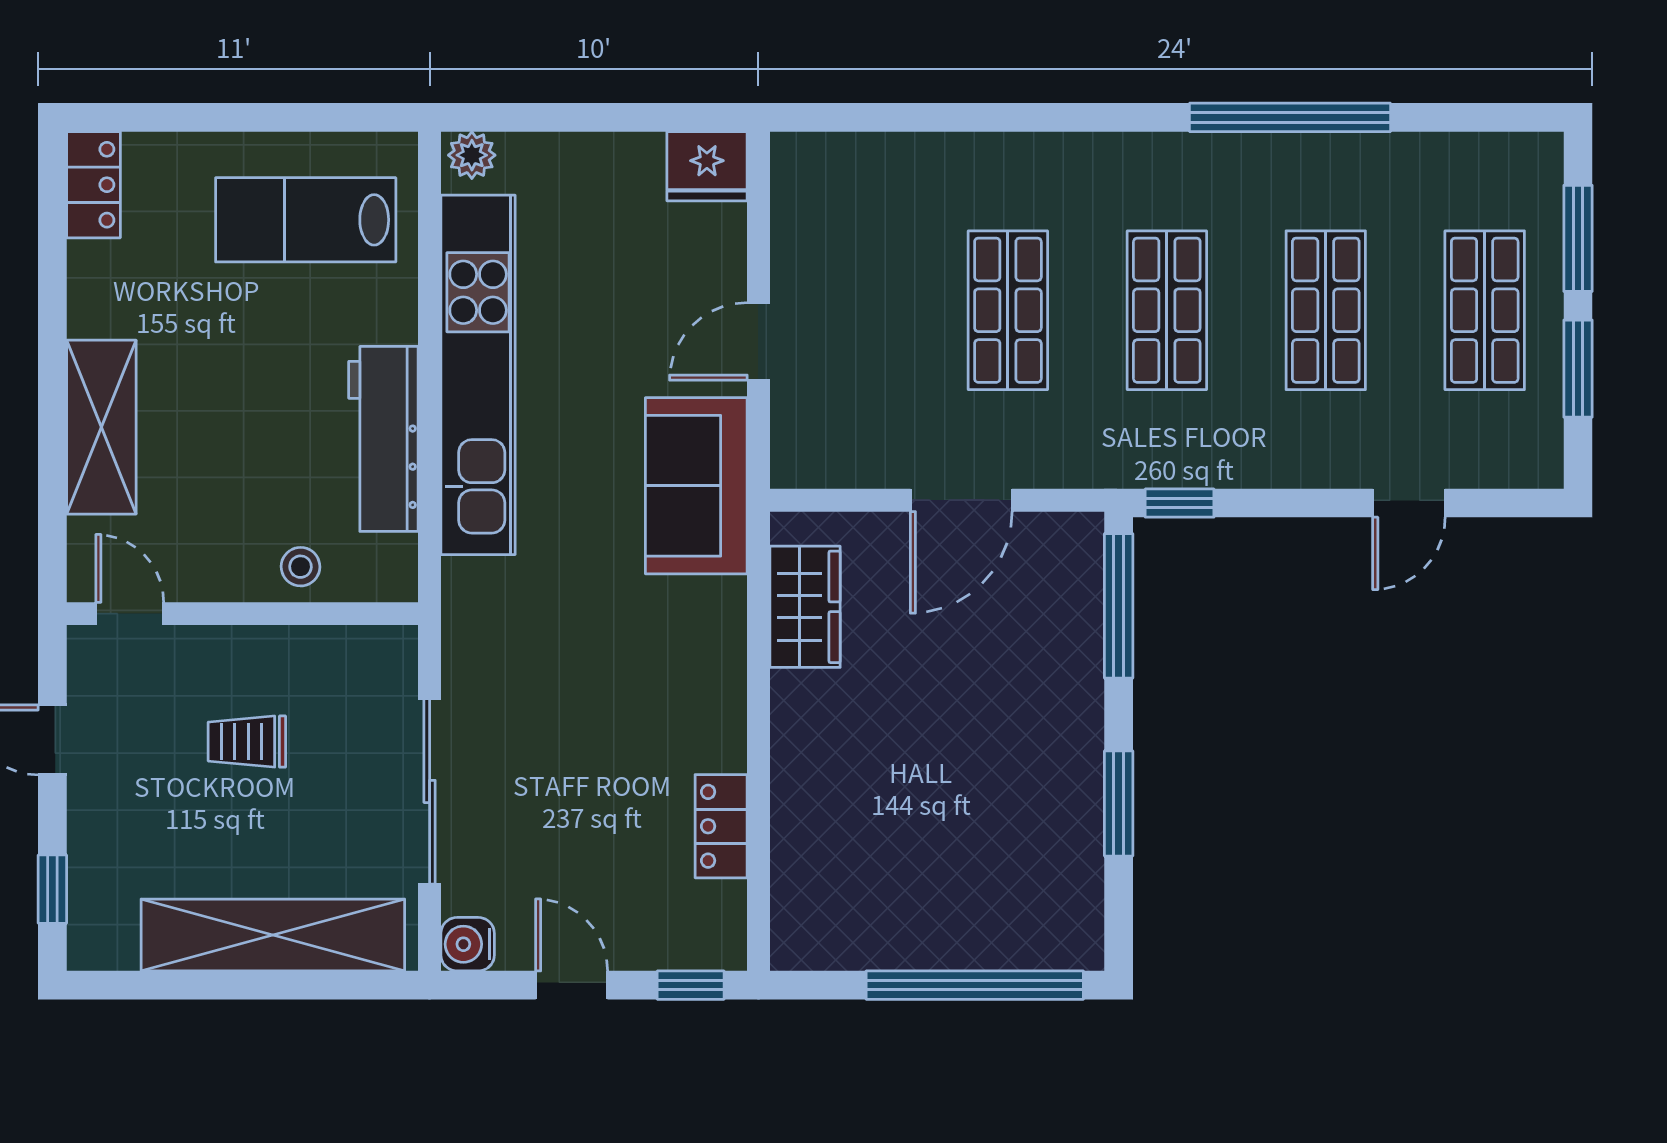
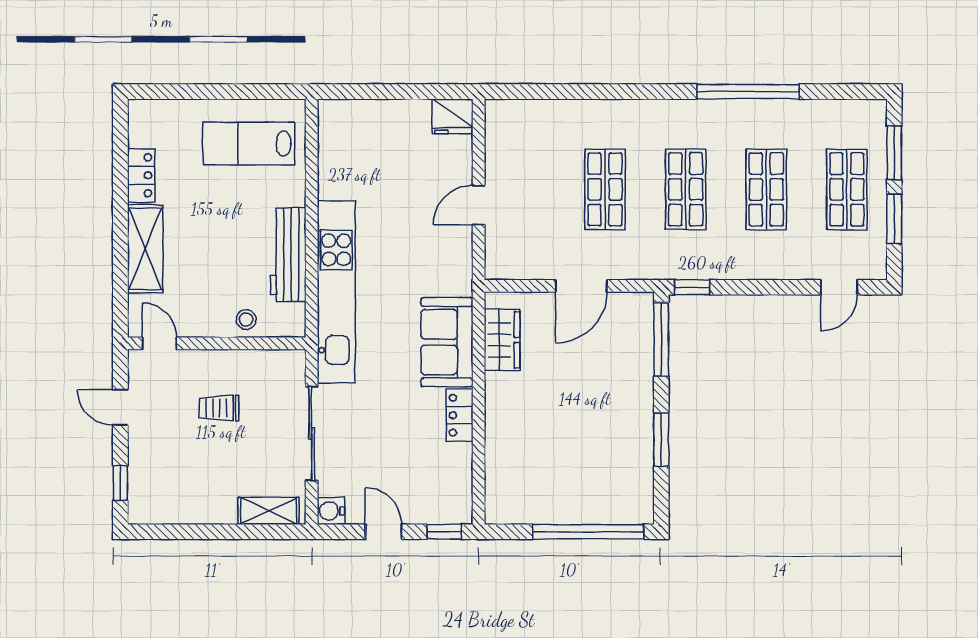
plant: (472, 155) -> (333, 111), removed
locker: (93, 185) -> (141, 175), moved
kitchen unit: (478, 375) -> (336, 292), moved
sofa: (696, 486) -> (447, 342), moved
door: (1409, 503) -> (839, 287), moved
locker: (721, 826) -> (460, 415), moved
shelving: (273, 935) -> (269, 511), width x0.45, depth x0.75

